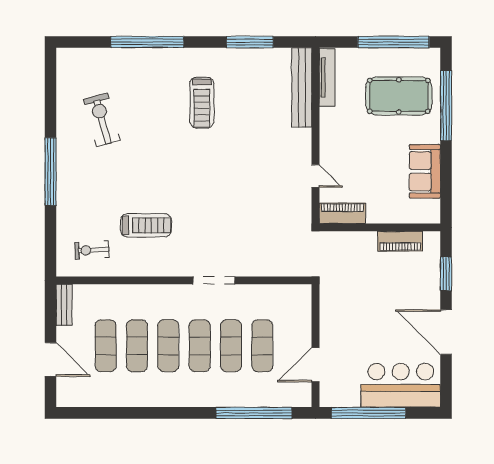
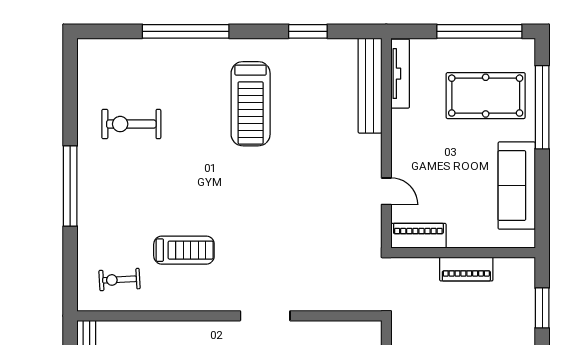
window: (250, 42) -> (308, 31), width x0.69
treadmill: (202, 103) -> (251, 104), width x1.37, depth x1.38
exercise bike: (102, 120) -> (131, 124), turned -75
sofa: (425, 171) -> (517, 186), width x1.36
piano: (400, 241) -> (466, 269), moved

